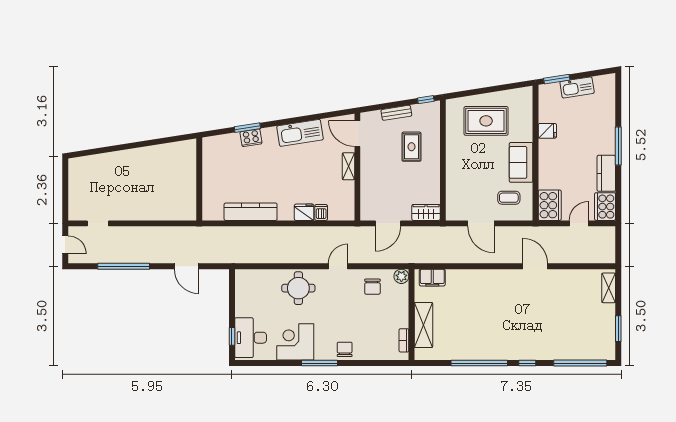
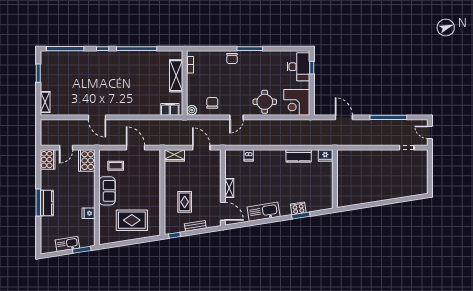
kitchen counter: (606, 173) -> (47, 203), moved
kitchen counter: (251, 212) -> (299, 156), width x0.67
fridge: (304, 212) -> (325, 156), moved
door: (388, 223) -> (201, 148), hinge flipped
corner desk: (295, 342) -> (297, 102), moved, turned 90

